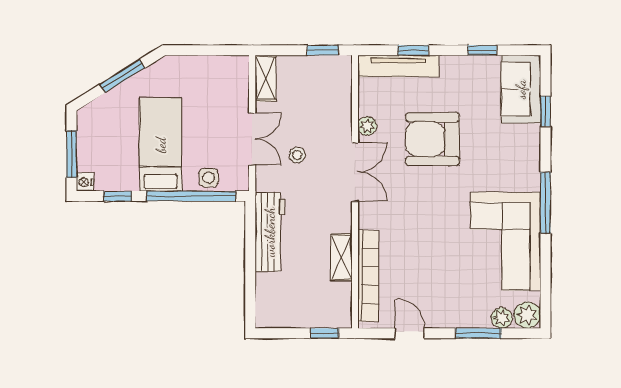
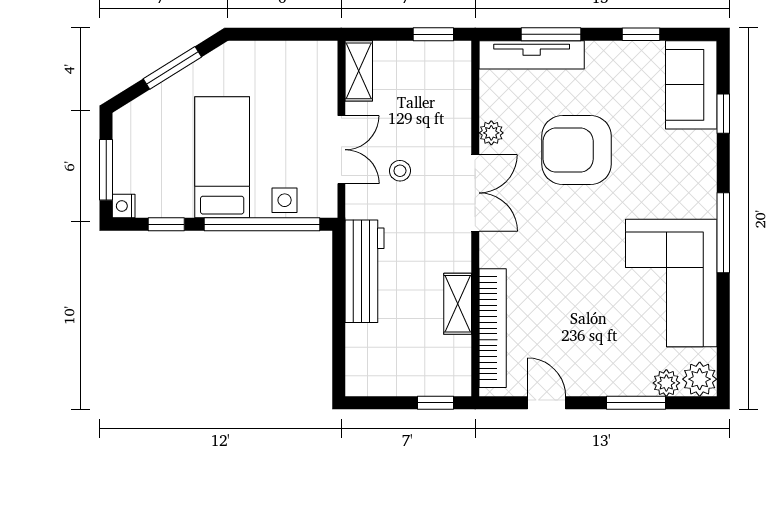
window: (413, 50) -> (551, 34), width x1.50

